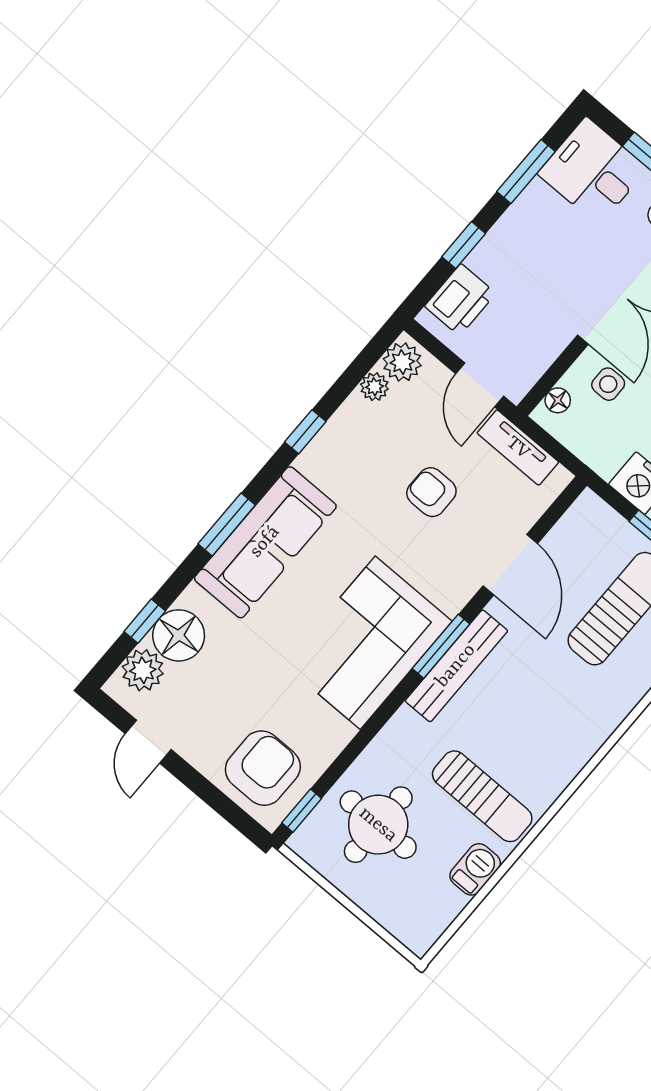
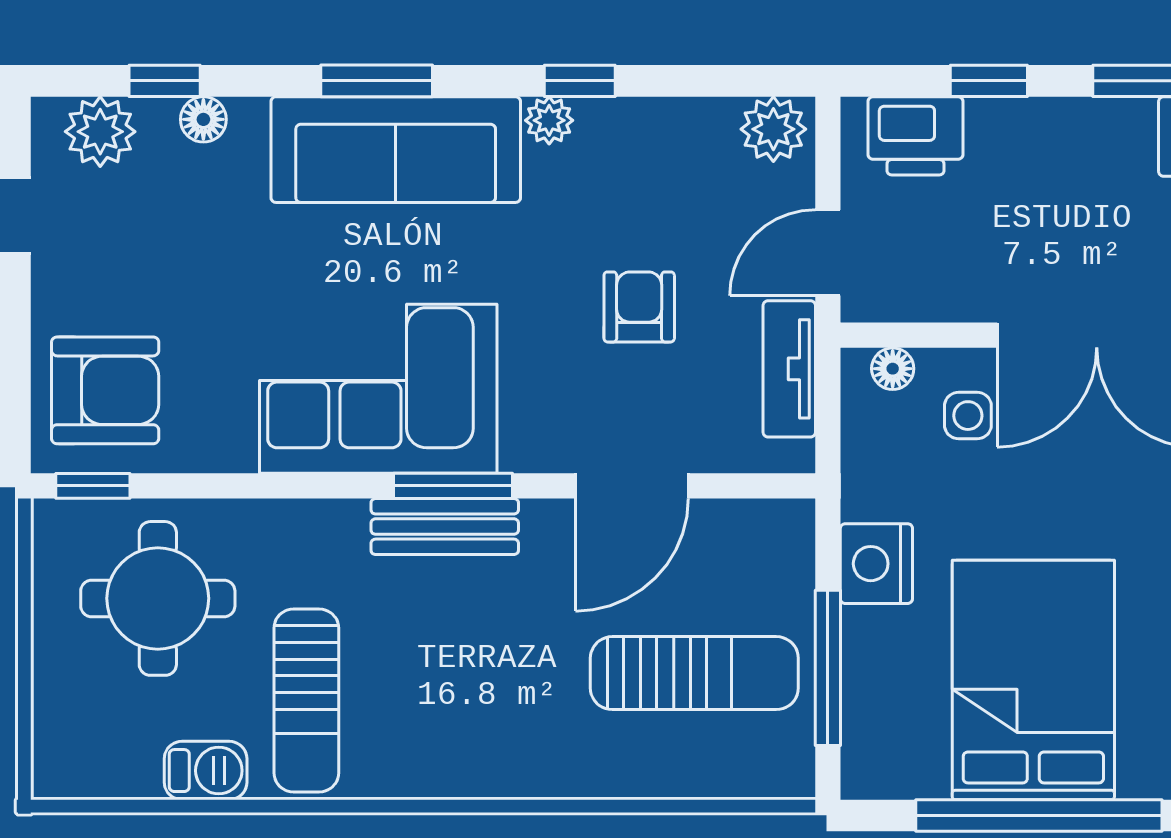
plant: (374, 387) -> (549, 120), moved
floor lamp: (179, 635) -> (203, 119), width x0.53, depth x0.53
bench: (456, 666) -> (445, 527), width x0.73

